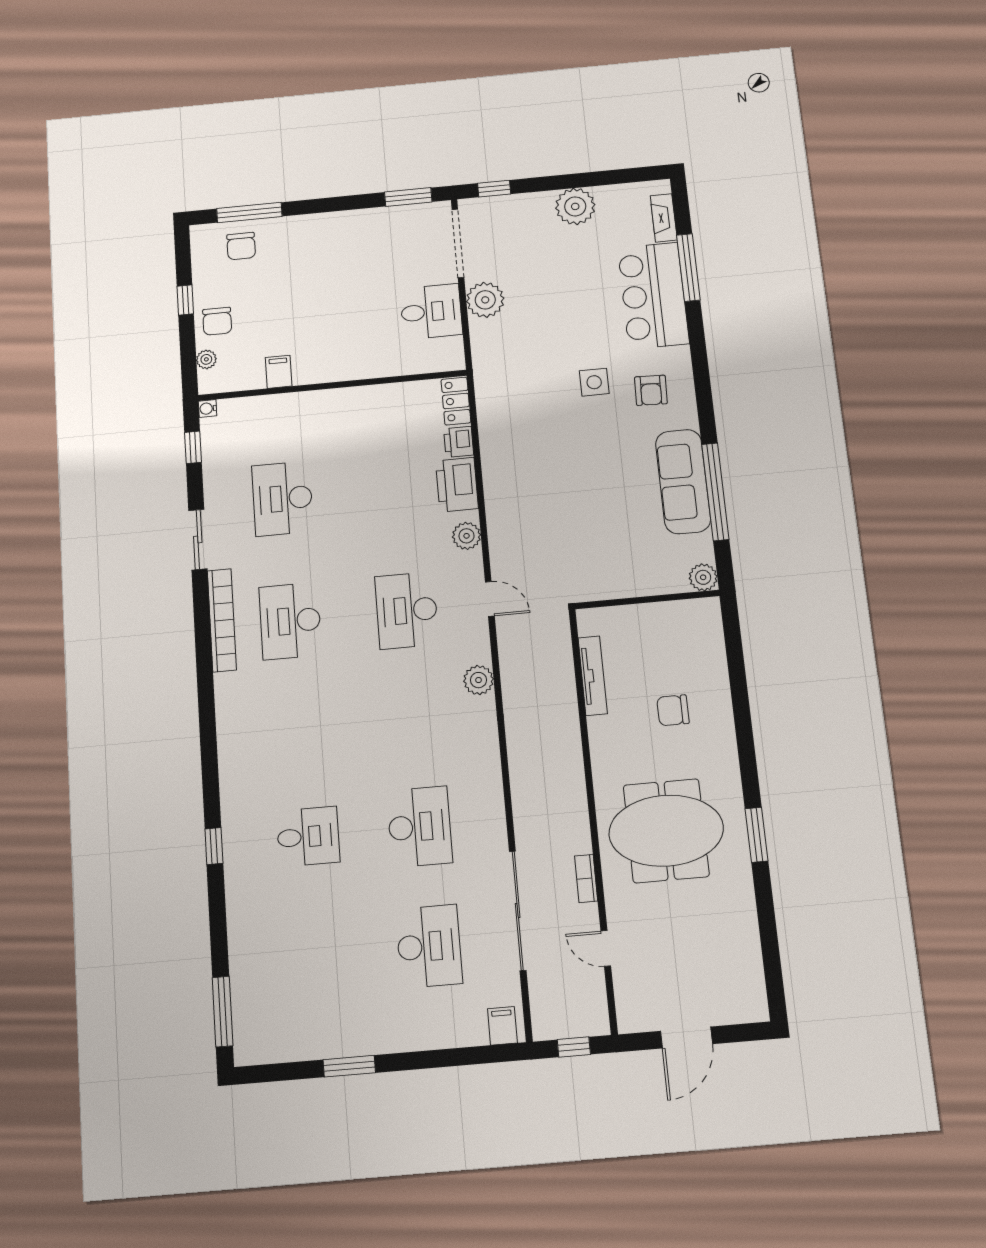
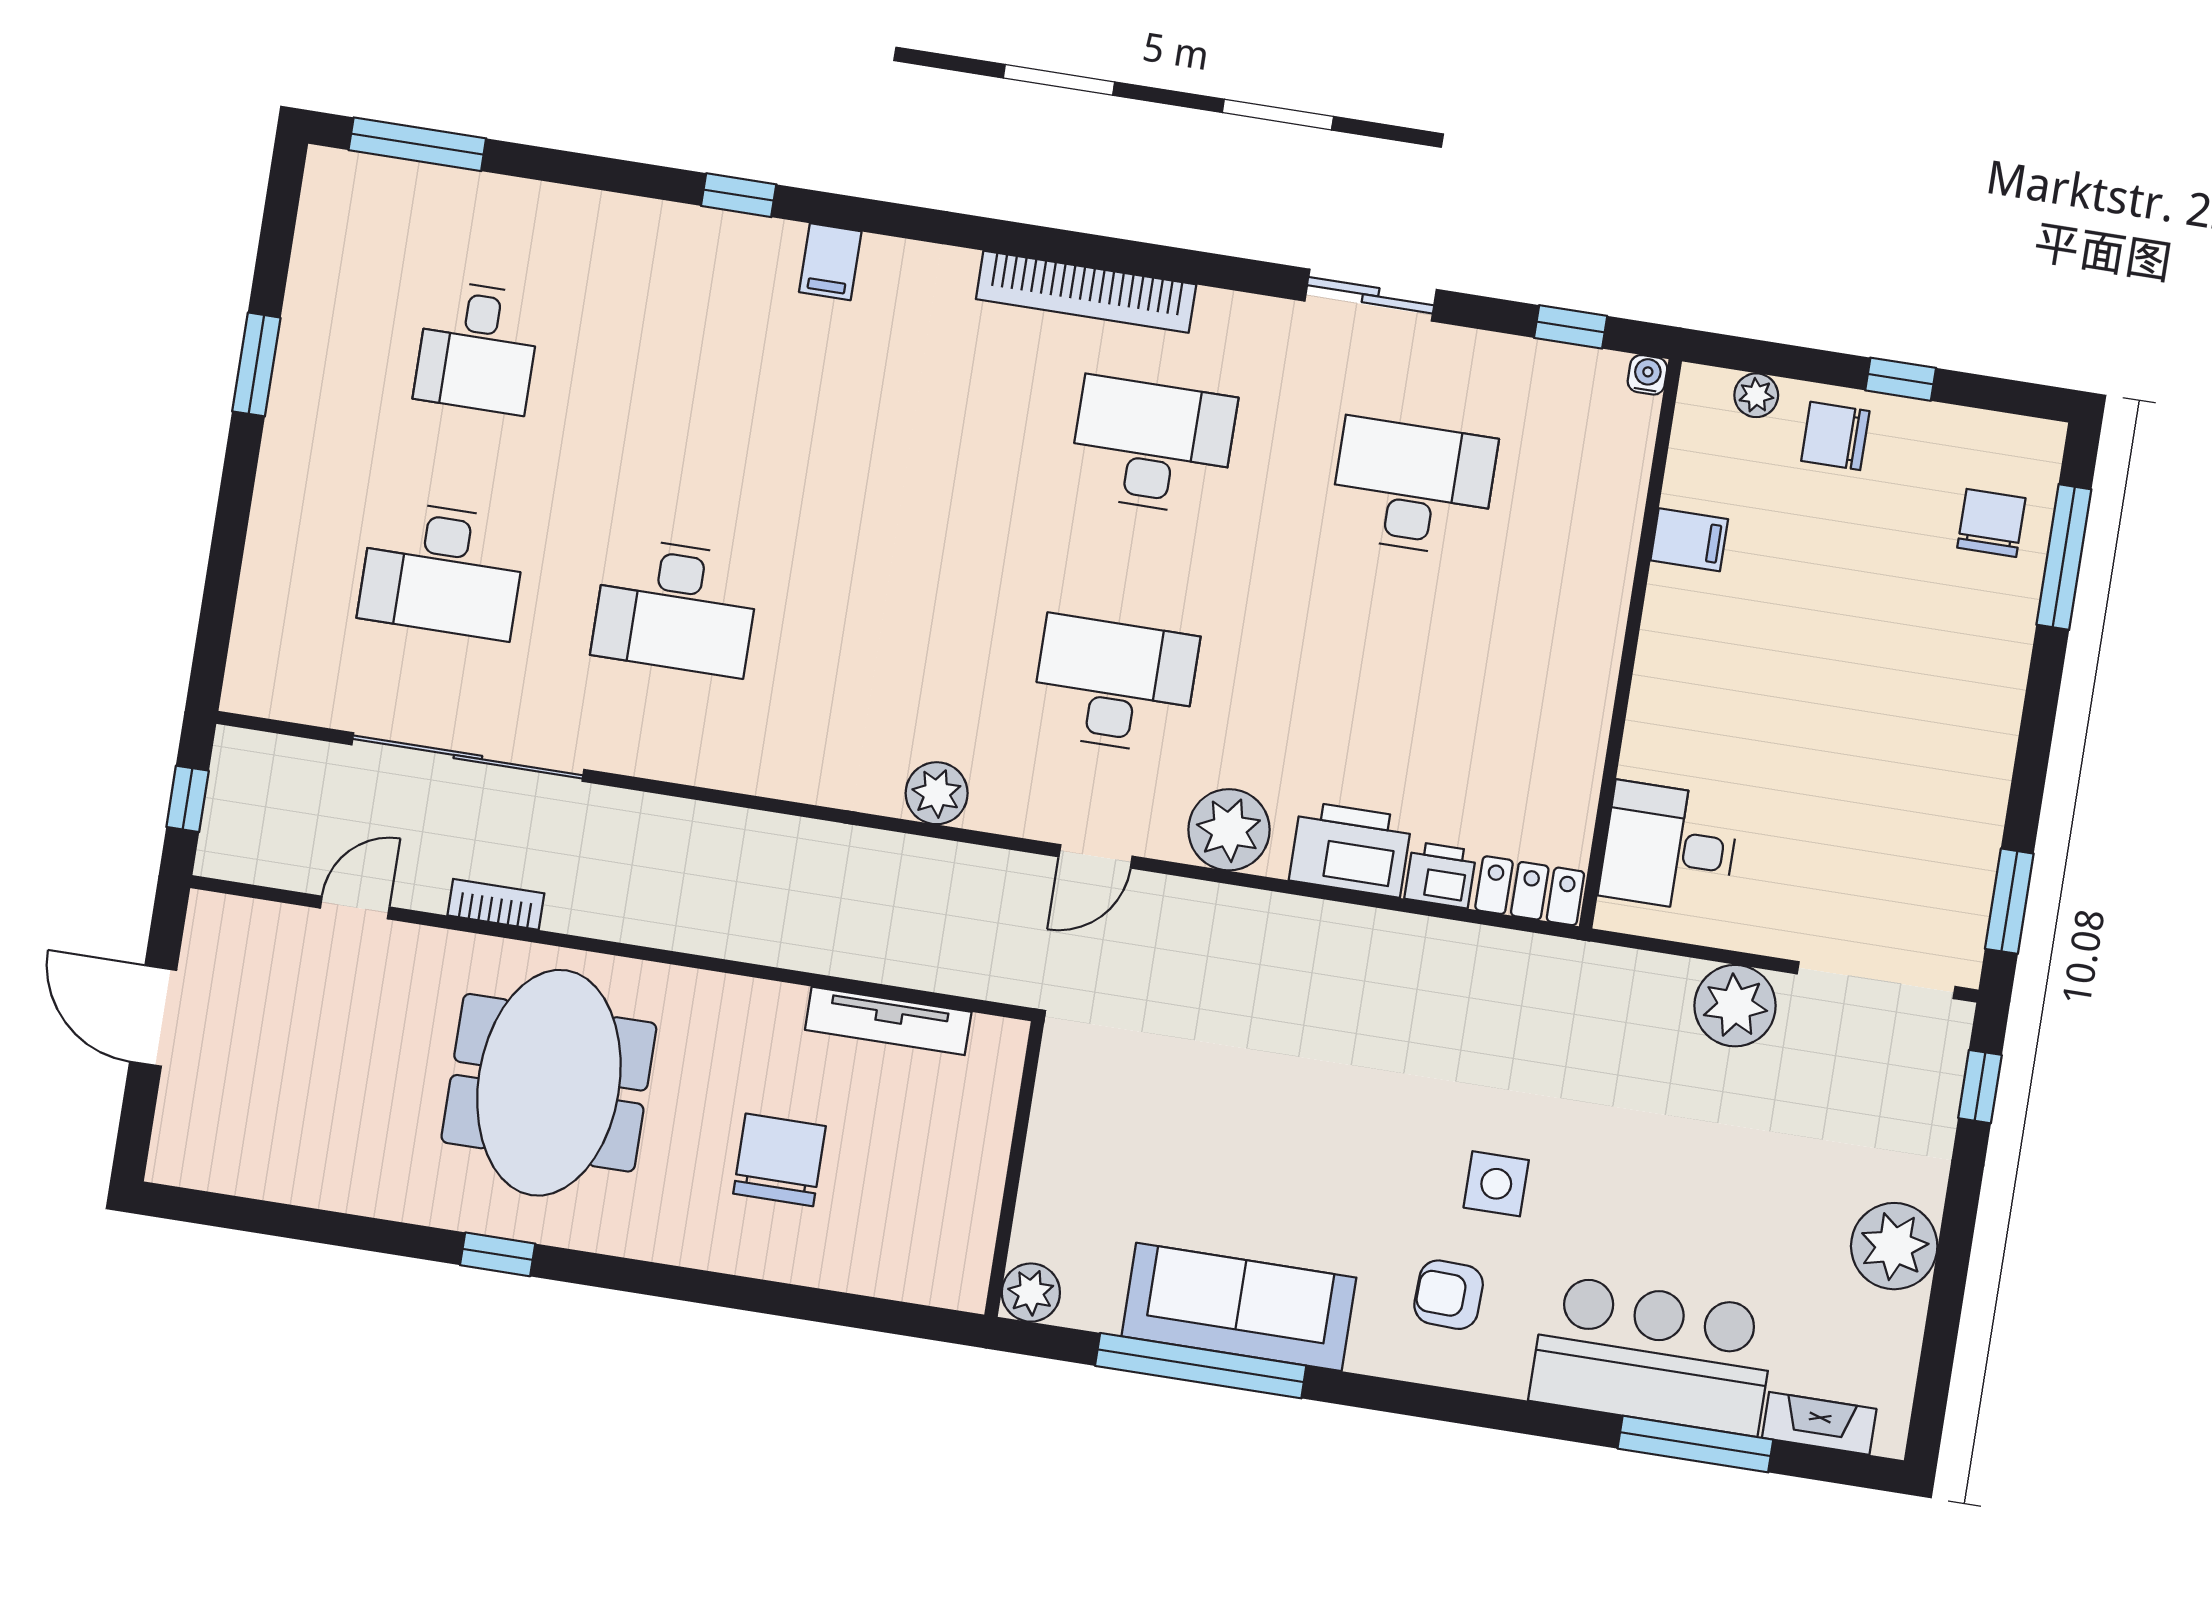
chair: (241, 246) -> (1991, 523), turned 90
desk: (431, 312) -> (1669, 847), moved, turned 90
plant: (467, 536) -> (1229, 830), width x1.36, depth x1.36
bookcase: (222, 620) -> (1086, 292), moved
chair: (673, 710) -> (779, 1160), width x1.37, depth x1.37
window: (757, 835) -> (498, 1254), width x0.67
desk: (308, 837) -> (478, 347), moved
filing cabinet: (502, 1026) -> (830, 262), moved, turned 90

